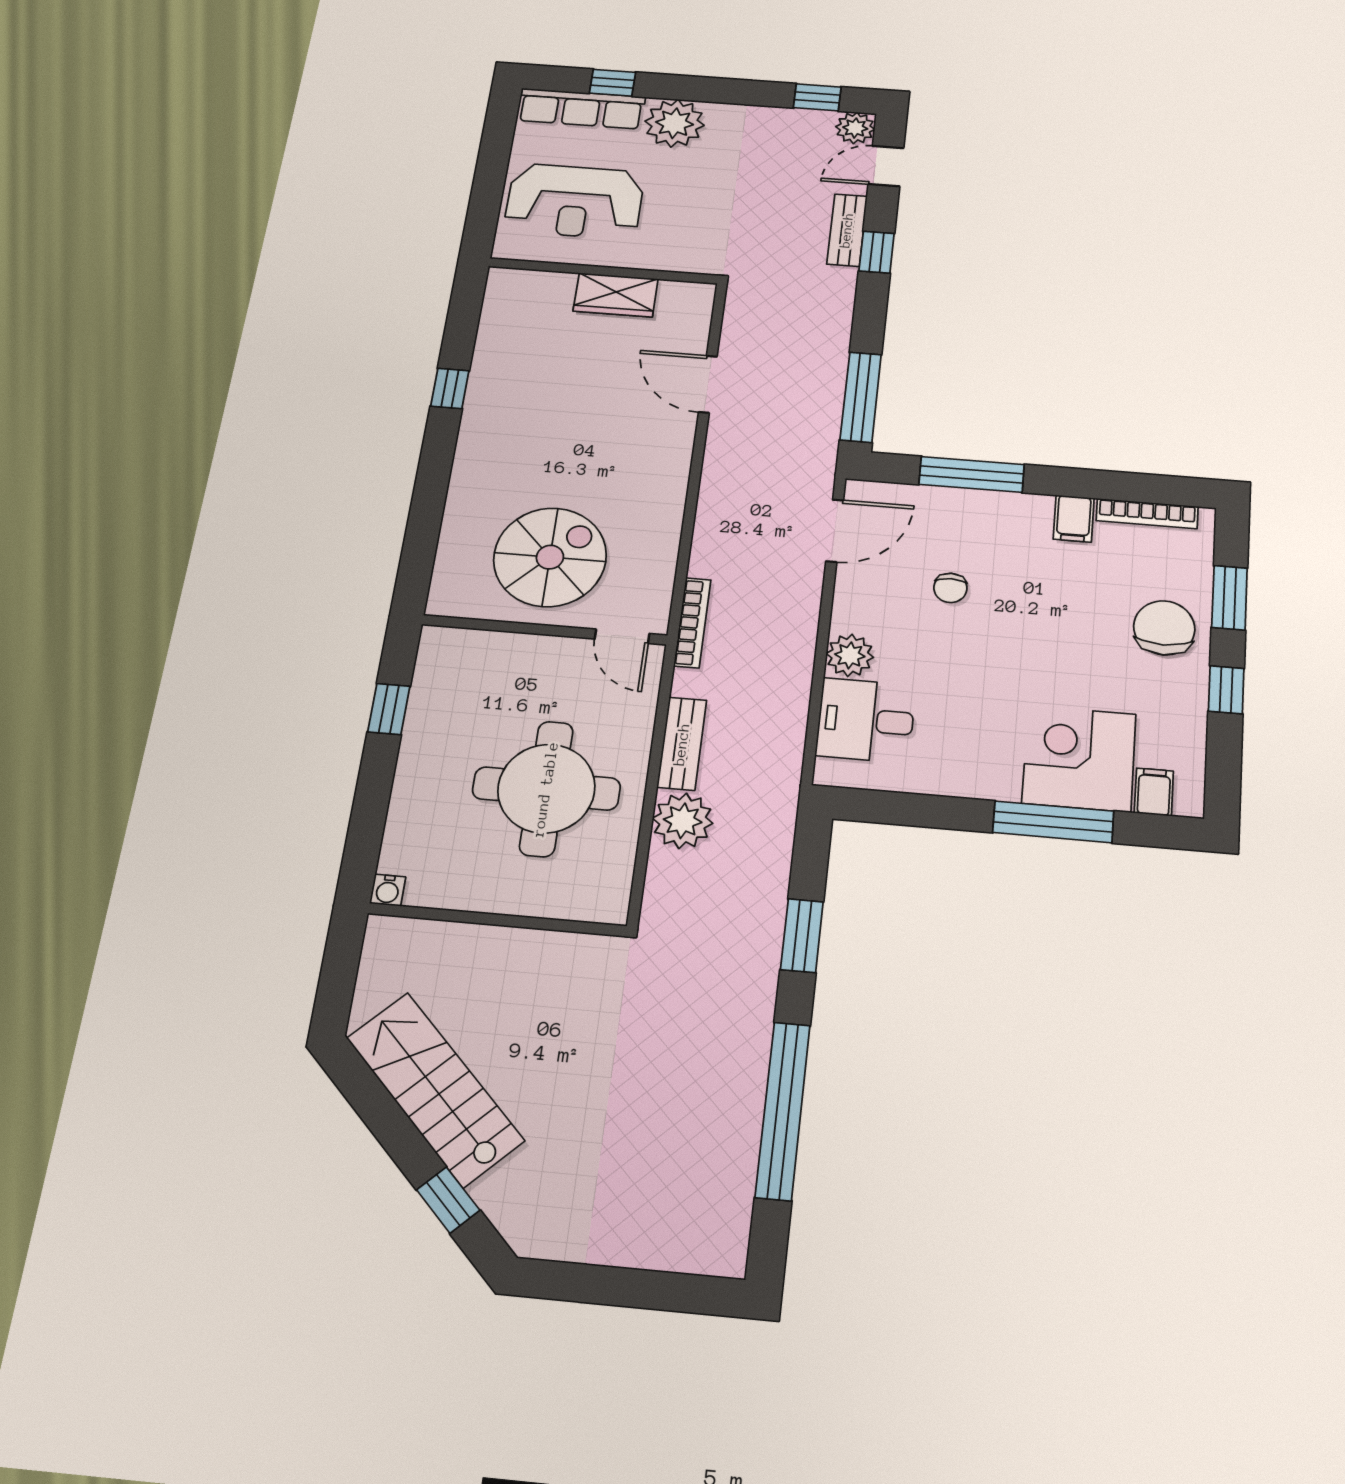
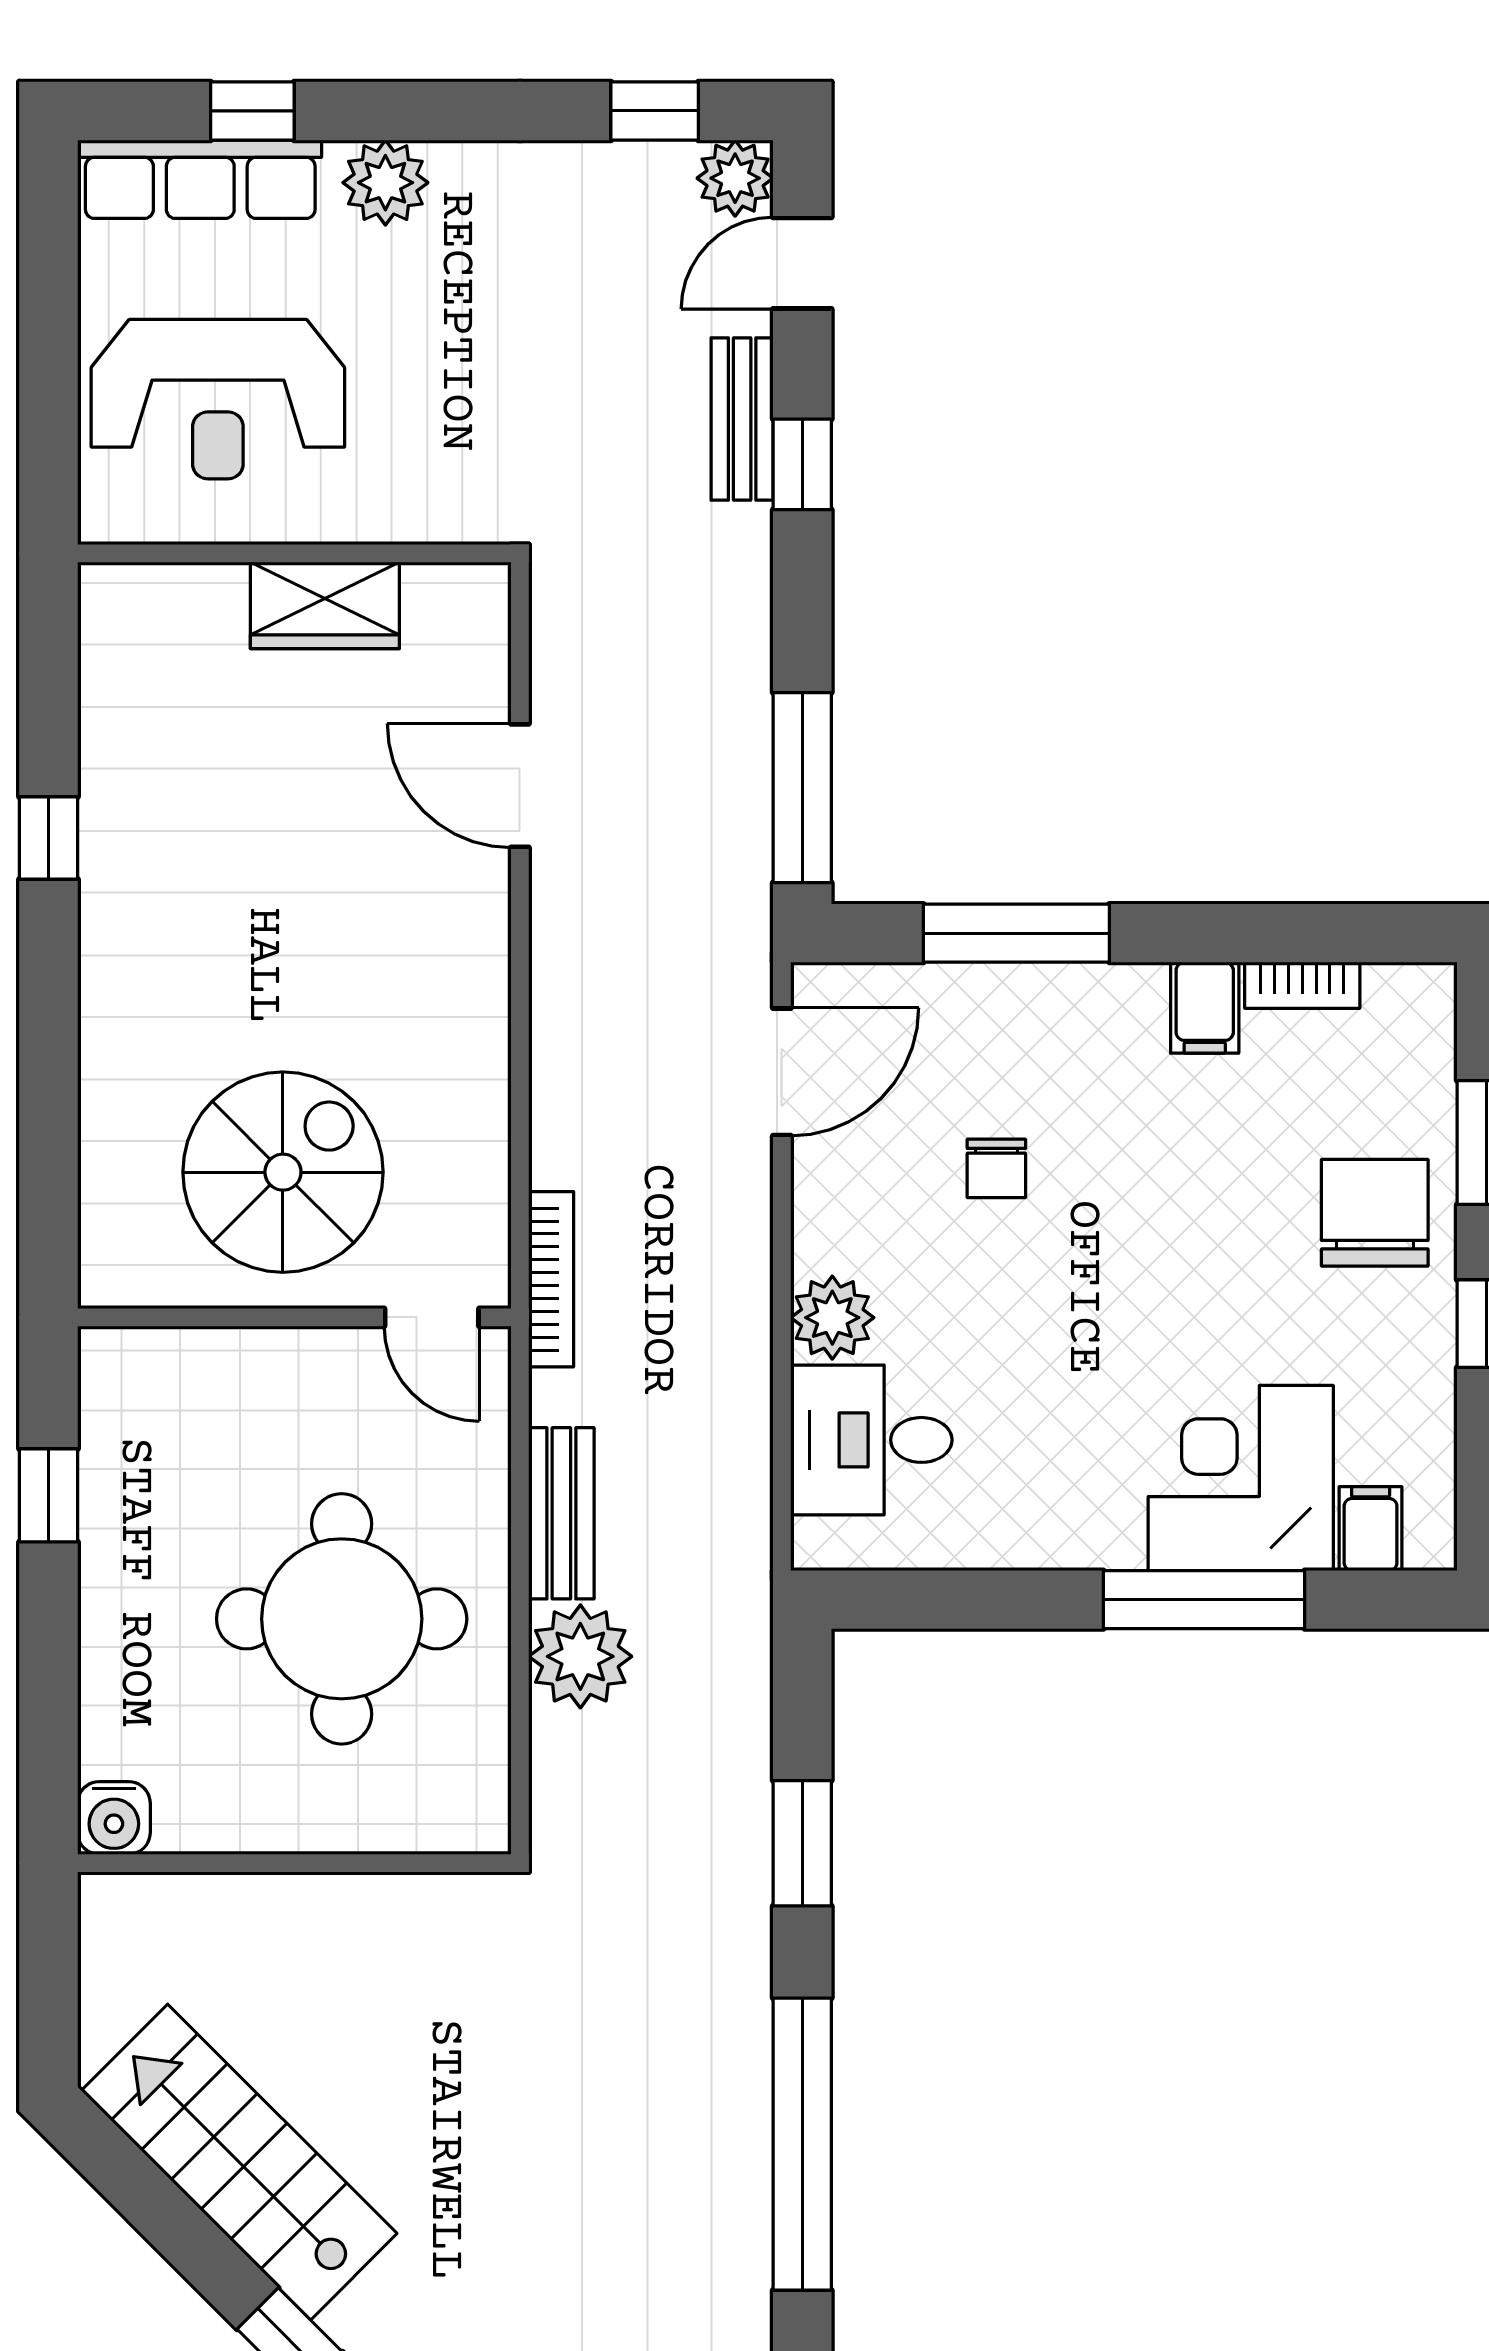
plant: (675, 123) -> (385, 183), width x0.73, depth x0.73
bookcase: (1147, 514) -> (1302, 985), width x0.64
water cooler: (388, 890) -> (114, 1818), width x1.38, depth x1.38

